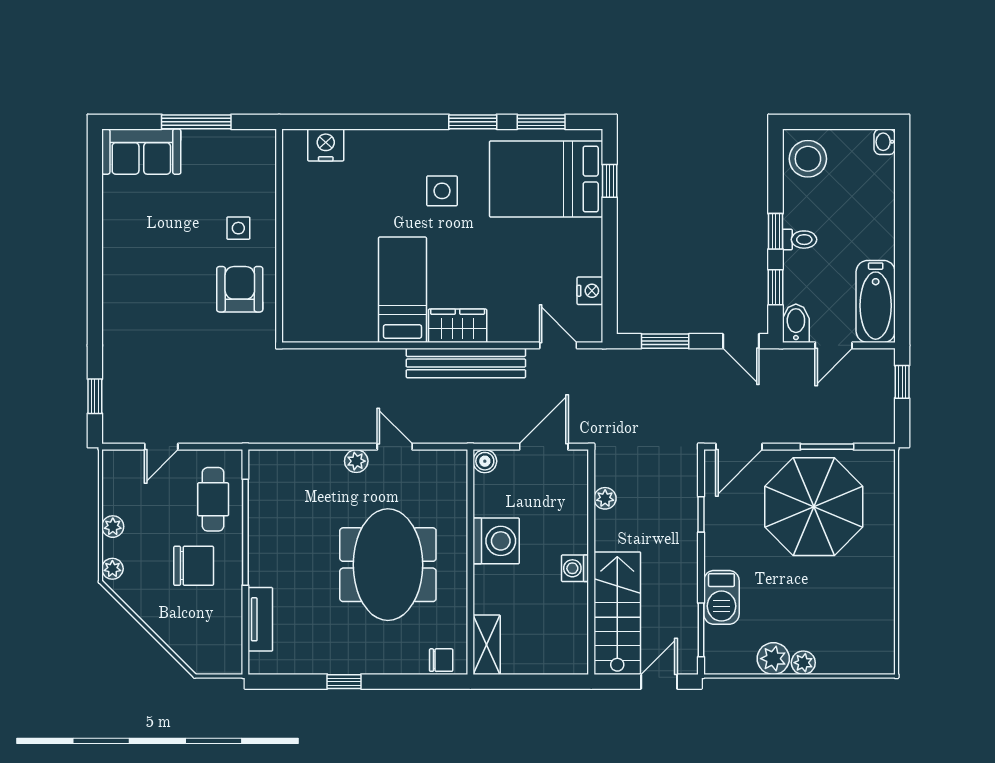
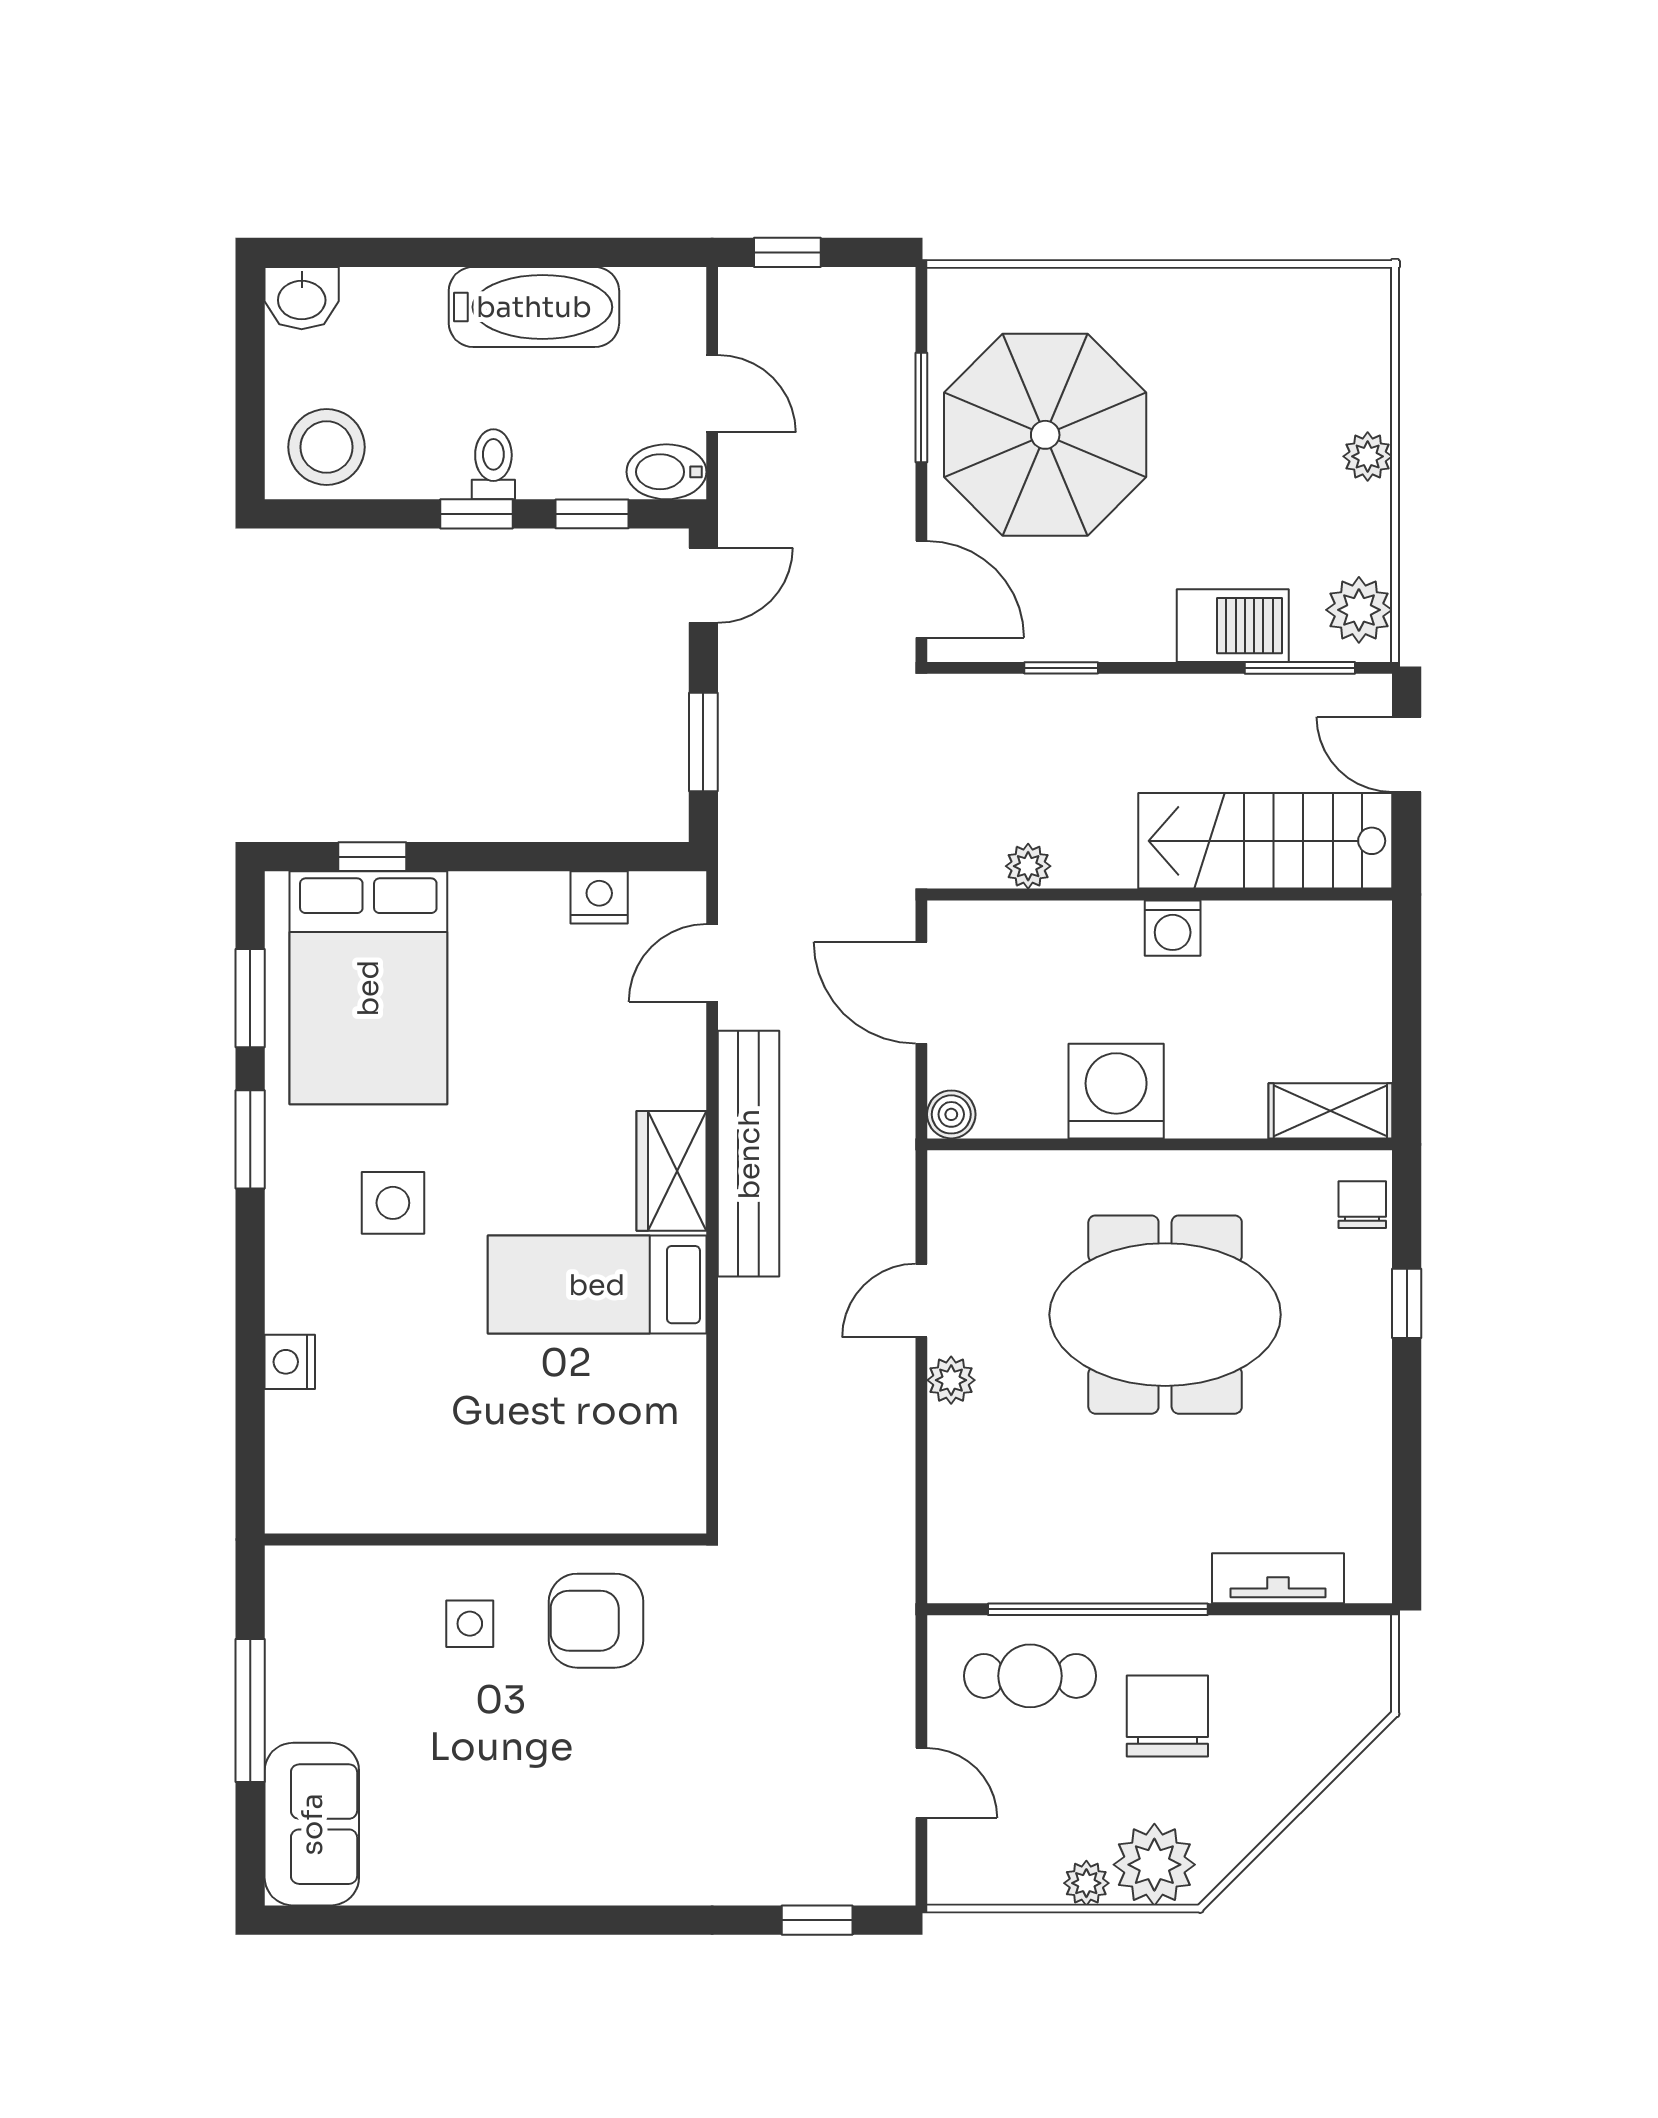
washbasin: (885, 142) -> (302, 298), width x1.38, depth x1.45
nightstand: (326, 145) -> (290, 1362), moved, width x0.74, depth x0.75
bathtub: (876, 301) -> (534, 307), moved
plant: (112, 569) -> (1154, 1865), width x1.87, depth x1.87
plant: (773, 659) -> (1359, 610), moved
window: (344, 682) -> (1407, 1303), moved

